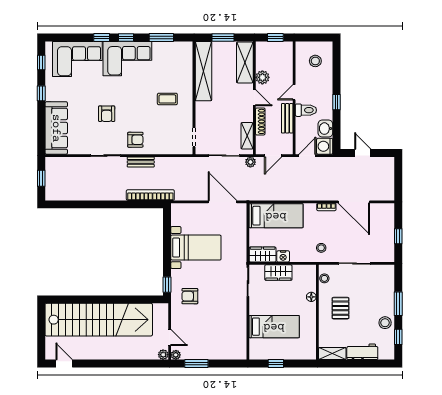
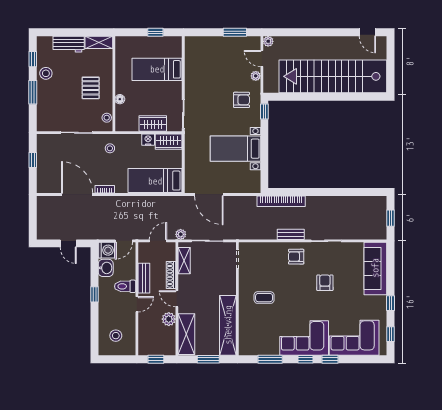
plant: (176, 355) -> (256, 76), moved

